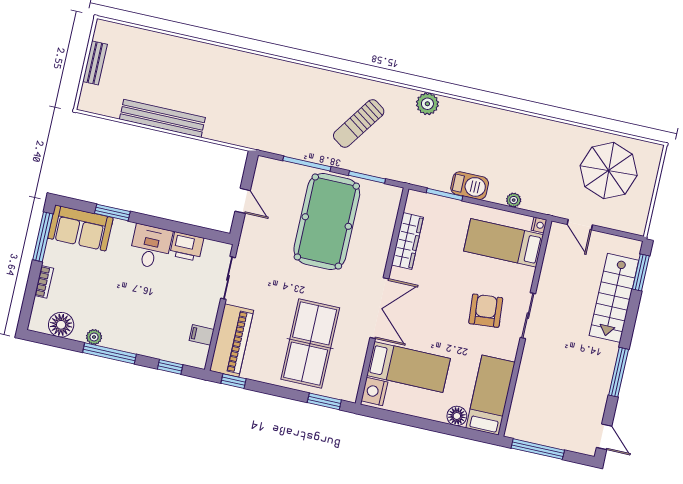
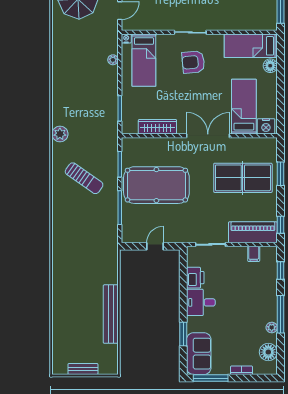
barbecue: (470, 186) -> (110, 92), removed
window: (324, 401) -> (281, 174), moved

